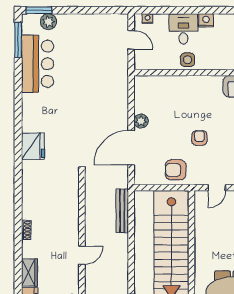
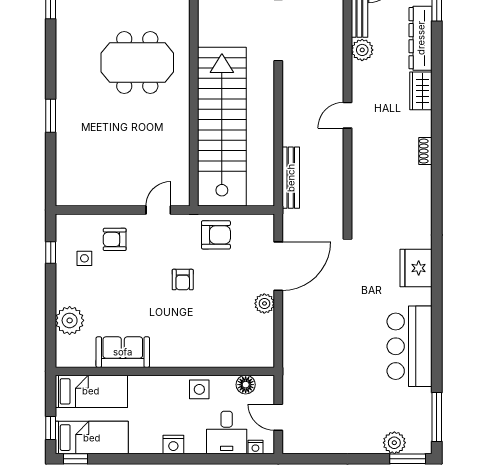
desk: (183, 29) -> (227, 432), moved
floor lamp: (154, 63) -> (246, 385), added
bar counter: (38, 64) -> (410, 346), moved

